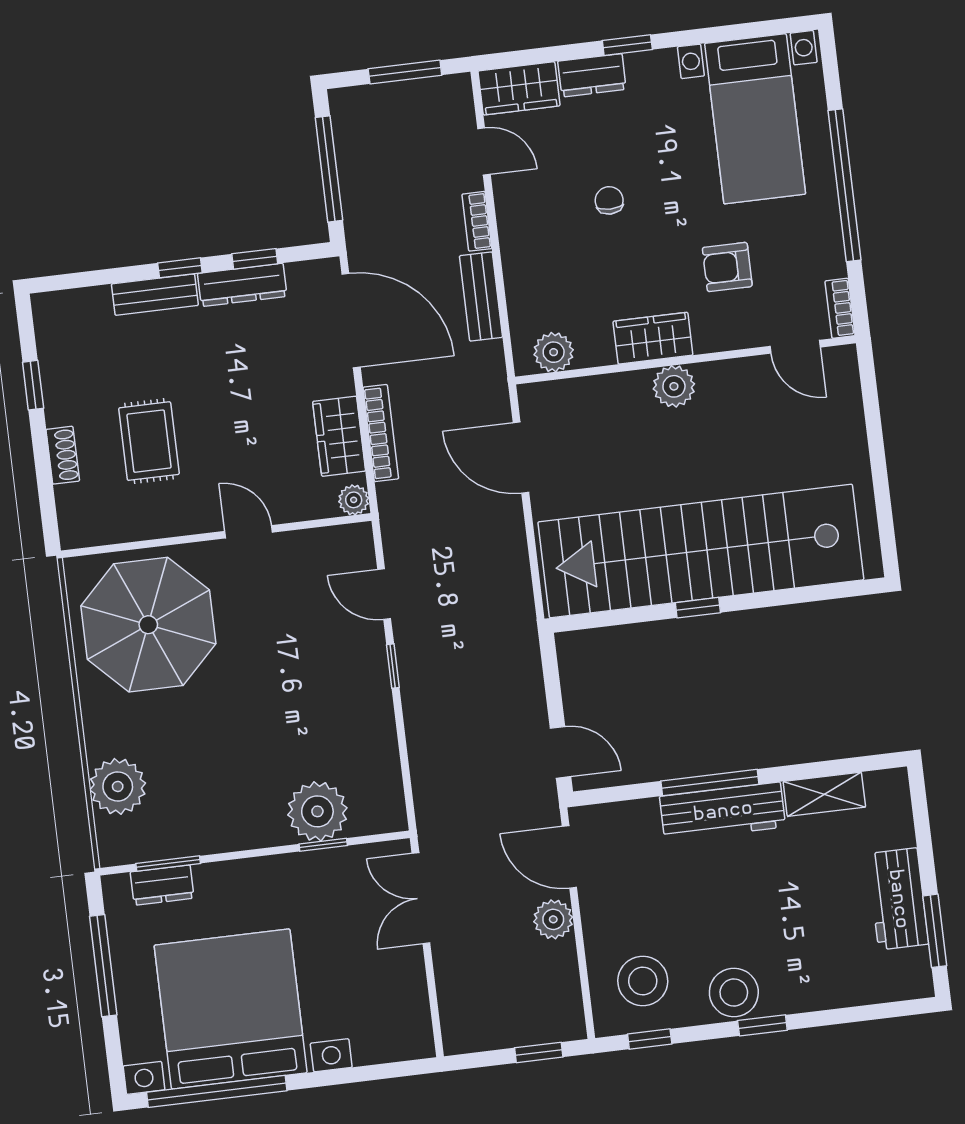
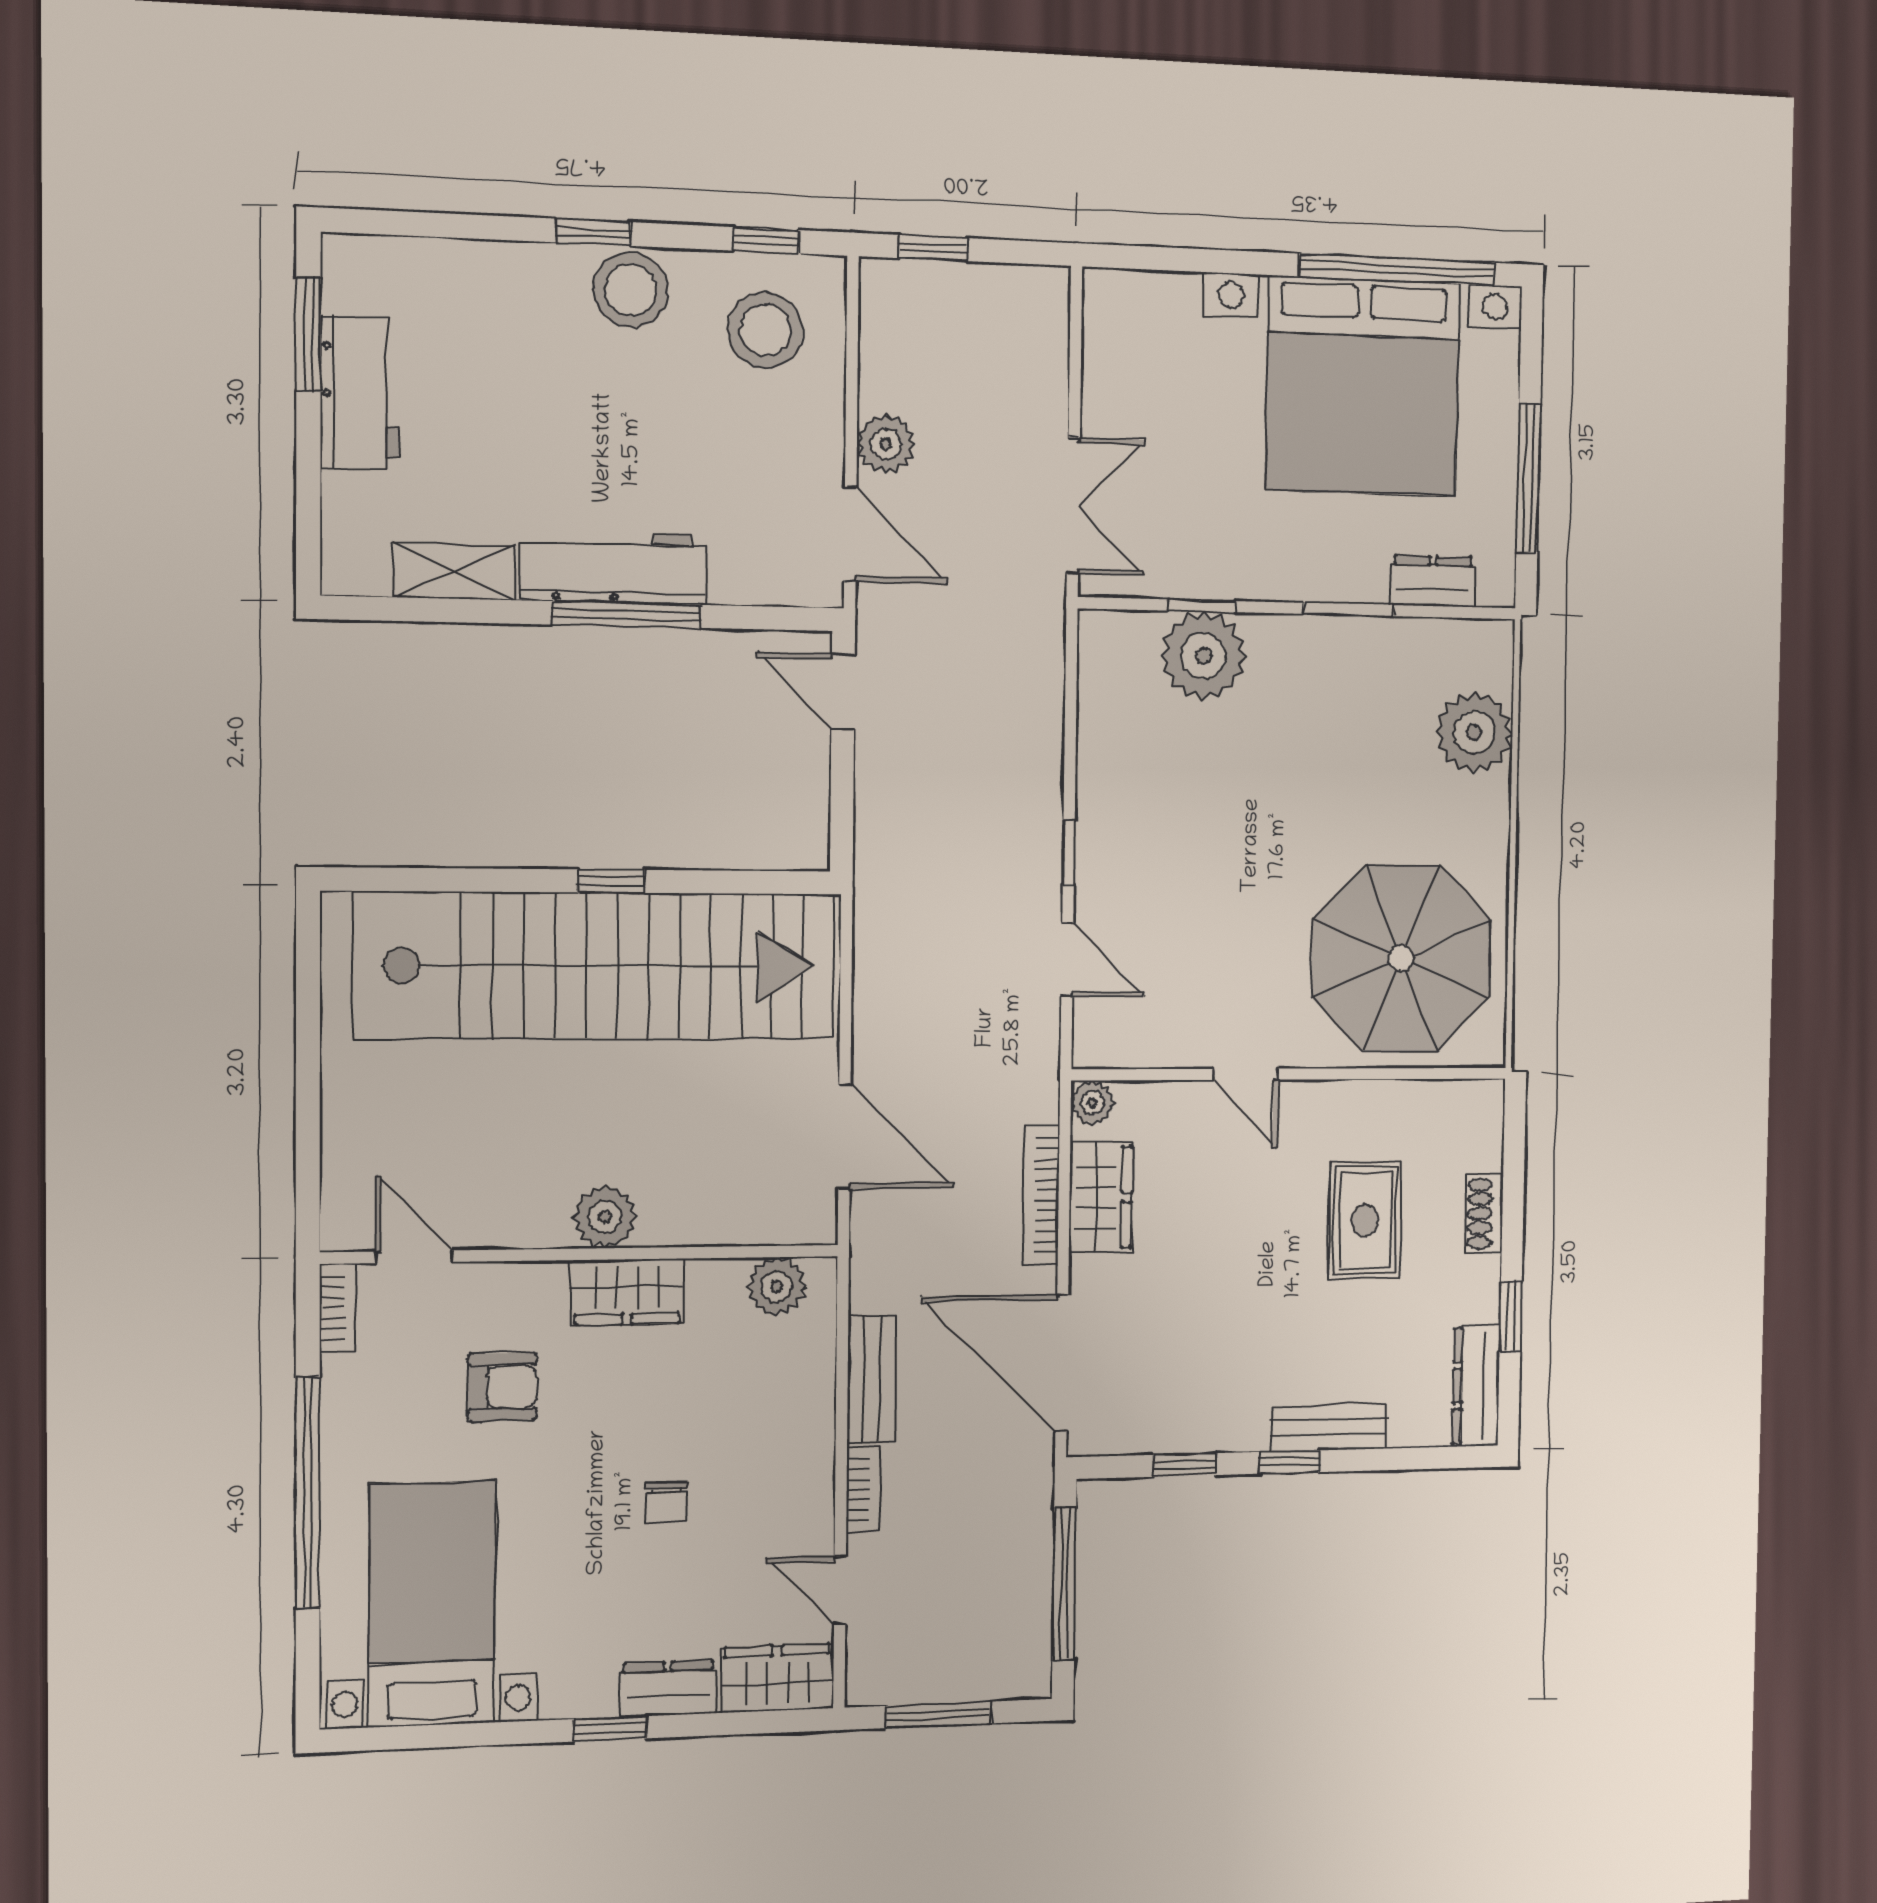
dresser: (242, 285) -> (1476, 1385), moved, turned -90
window: (168, 863) -> (1348, 609), moved

